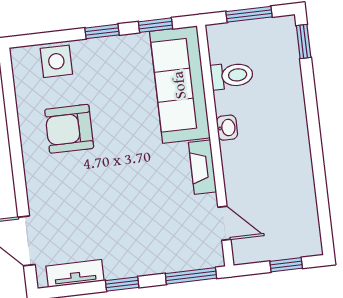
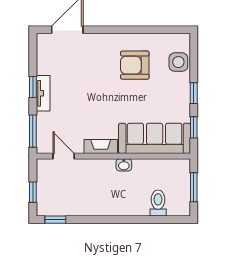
window: (304, 41) -> (55, 220), moved
toilet: (232, 76) -> (158, 203), moved, turned 180
armchair: (69, 129) -> (135, 65), turned -90
door: (224, 223) -> (64, 156), swing flipped
tv unit: (75, 273) -> (43, 93), moved

